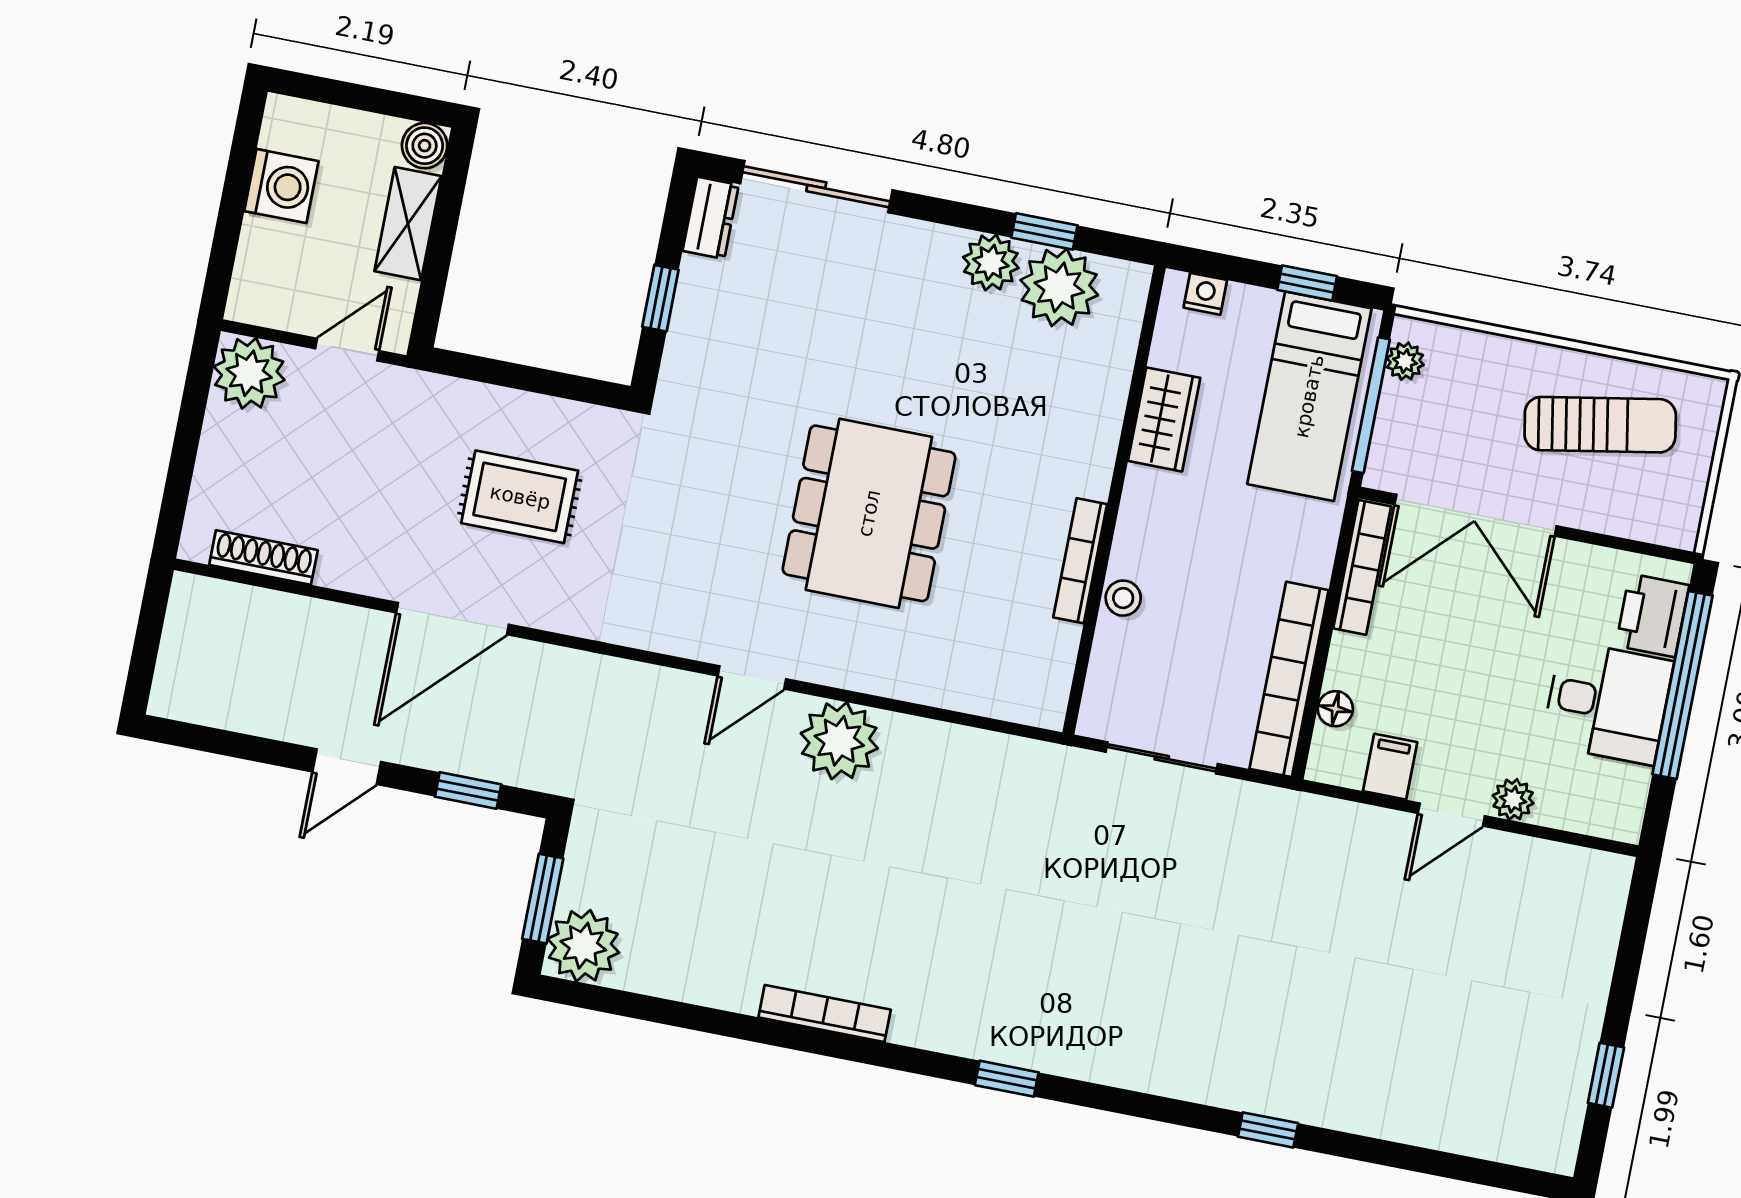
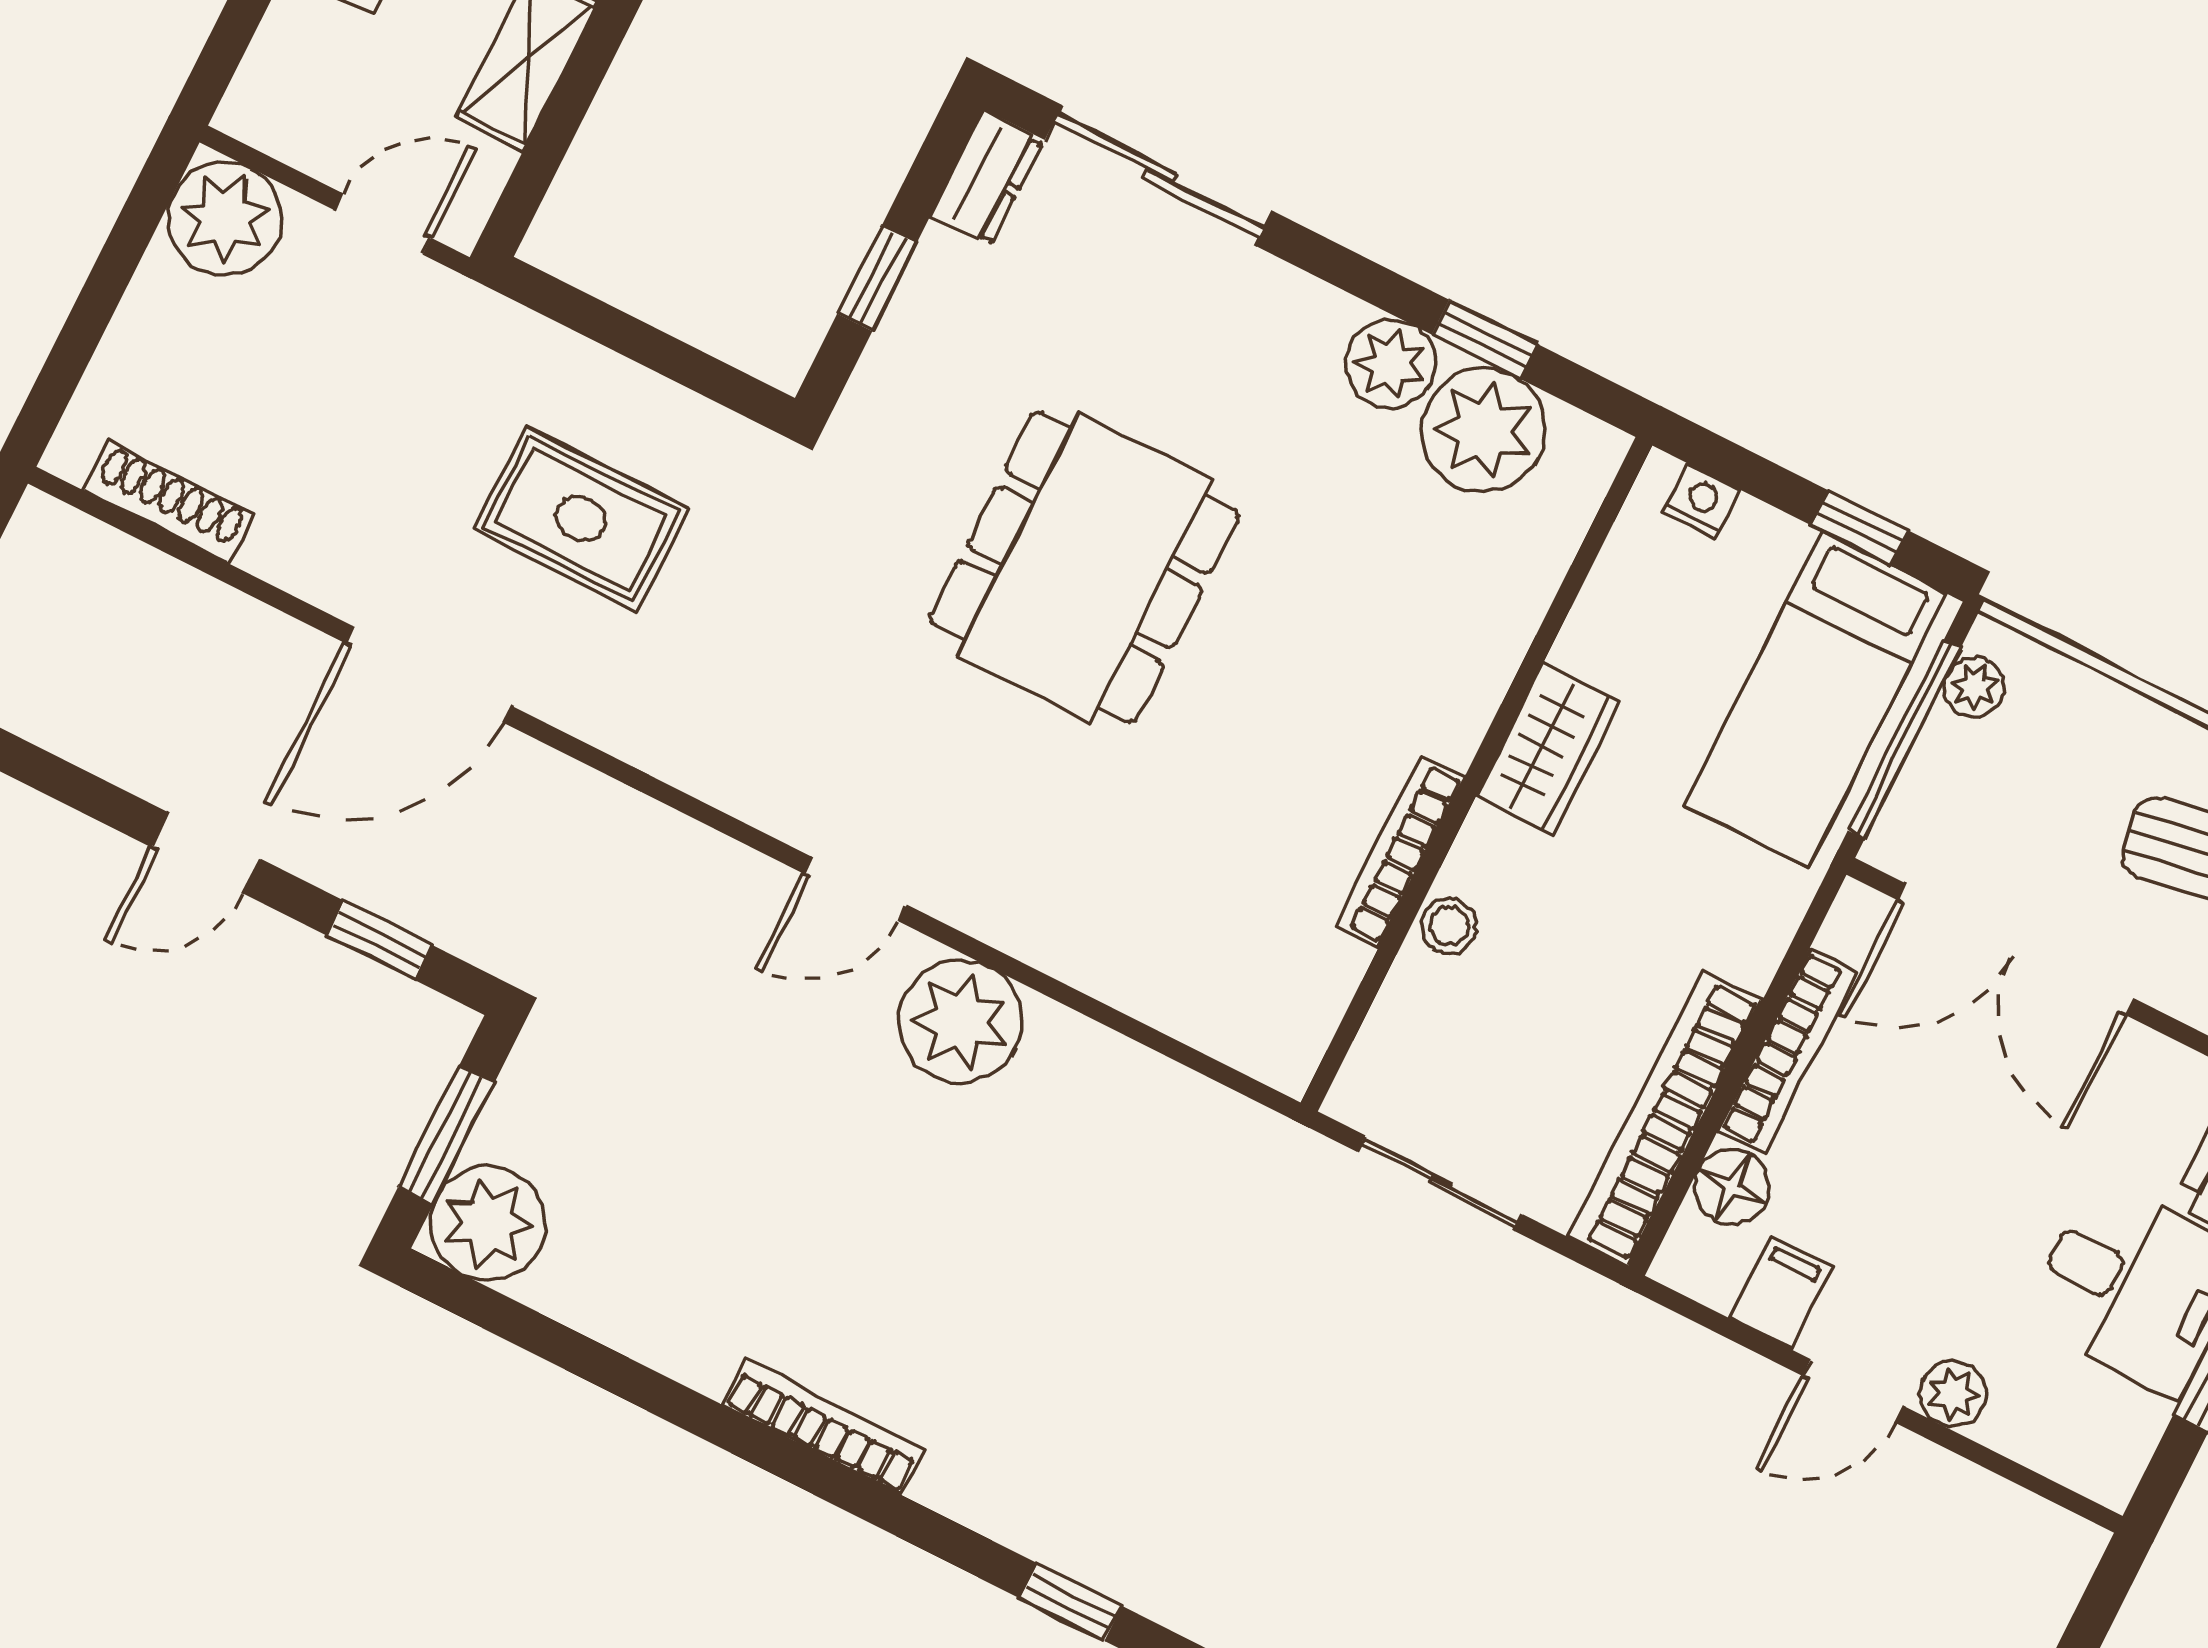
wardrobe: (1164, 419) -> (1548, 749), moved
dining table: (869, 513) -> (1084, 567), moved
bookcase: (1362, 567) -> (1787, 1051), moved
floor lamp: (1335, 709) -> (1732, 1187), width x1.37, depth x1.37

